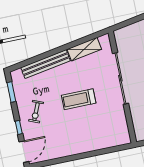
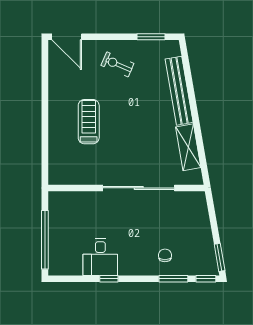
treadmill: (79, 99) -> (89, 122), moved
window: (19, 127) -> (101, 37), removed

